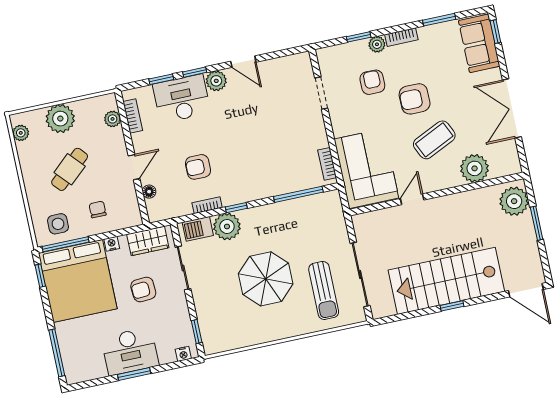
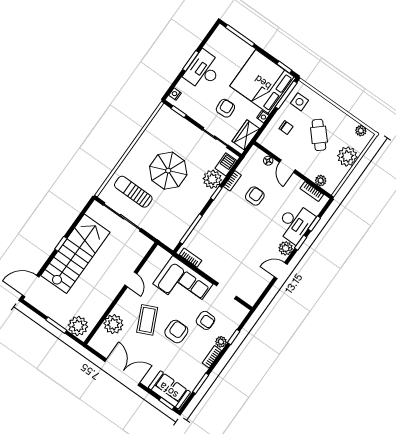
corner sofa: (366, 169) -> (183, 284), moved

